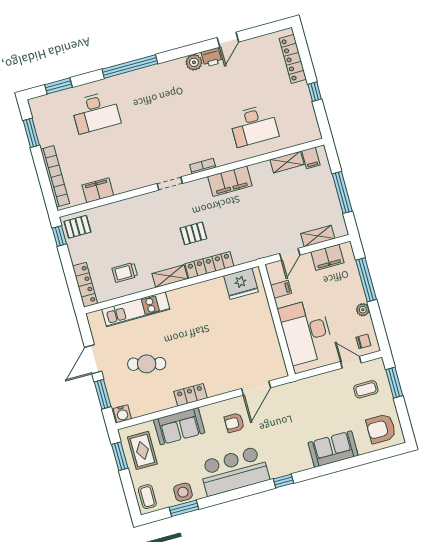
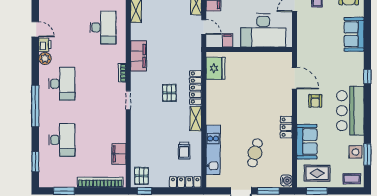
desk: (168, 93) -> (62, 84), added

